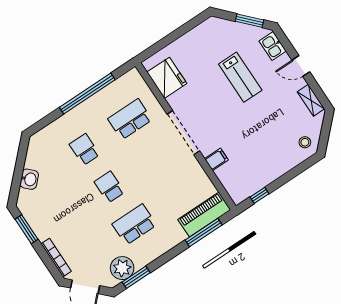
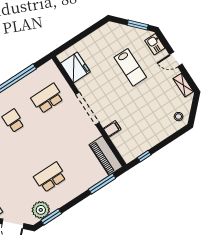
school desk: (109, 187) -> (32, 149), removed
piano: (204, 215) -> (106, 156), moved, turned -90

